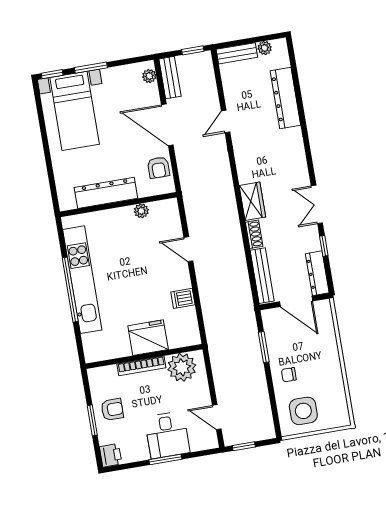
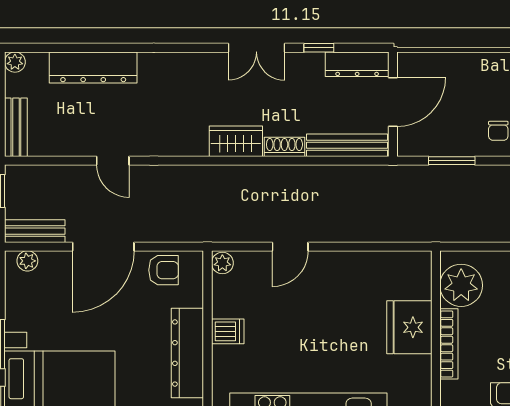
plant: (265, 48) -> (15, 62), moved
plant: (141, 211) -> (222, 263), moved
dishwasher: (183, 298) -> (228, 331), moved, turned -90

